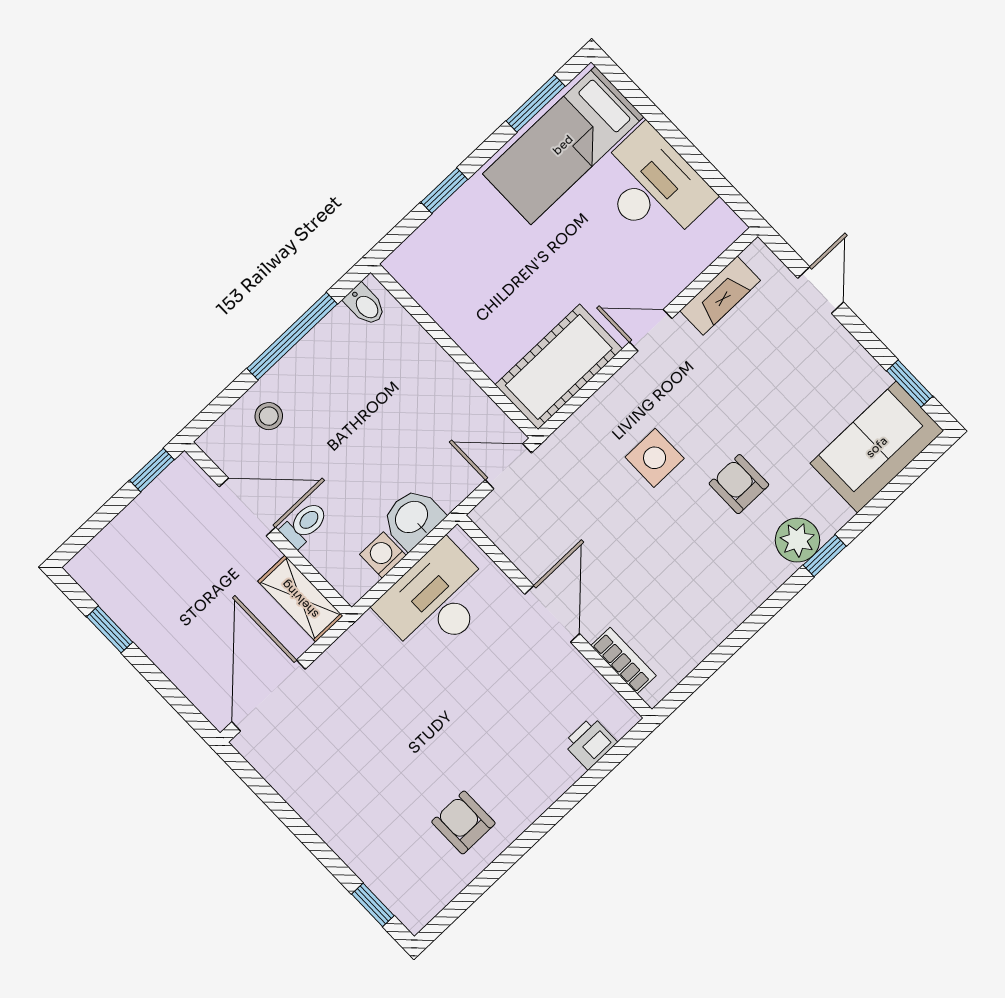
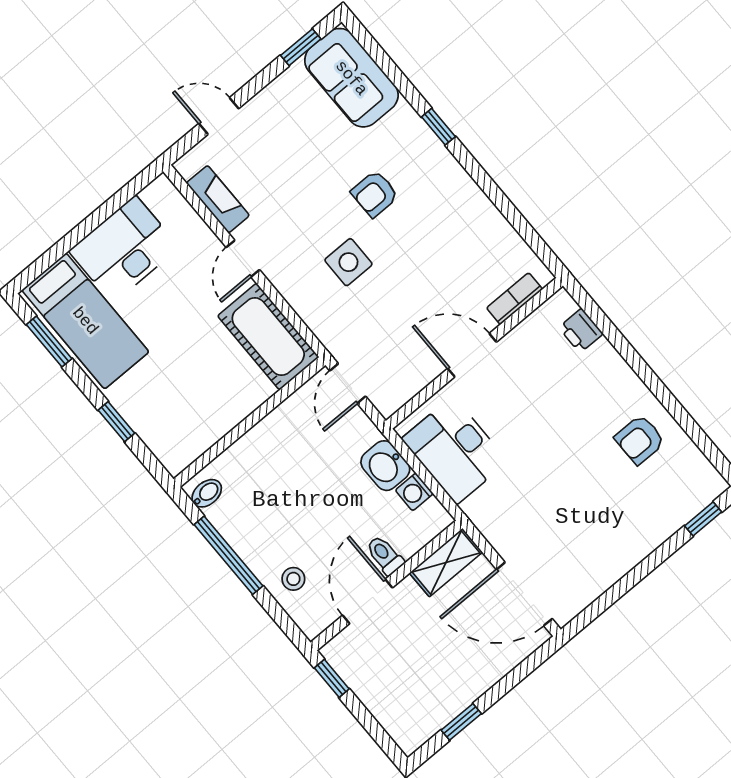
plant: (797, 540) -> (424, 148), removed

